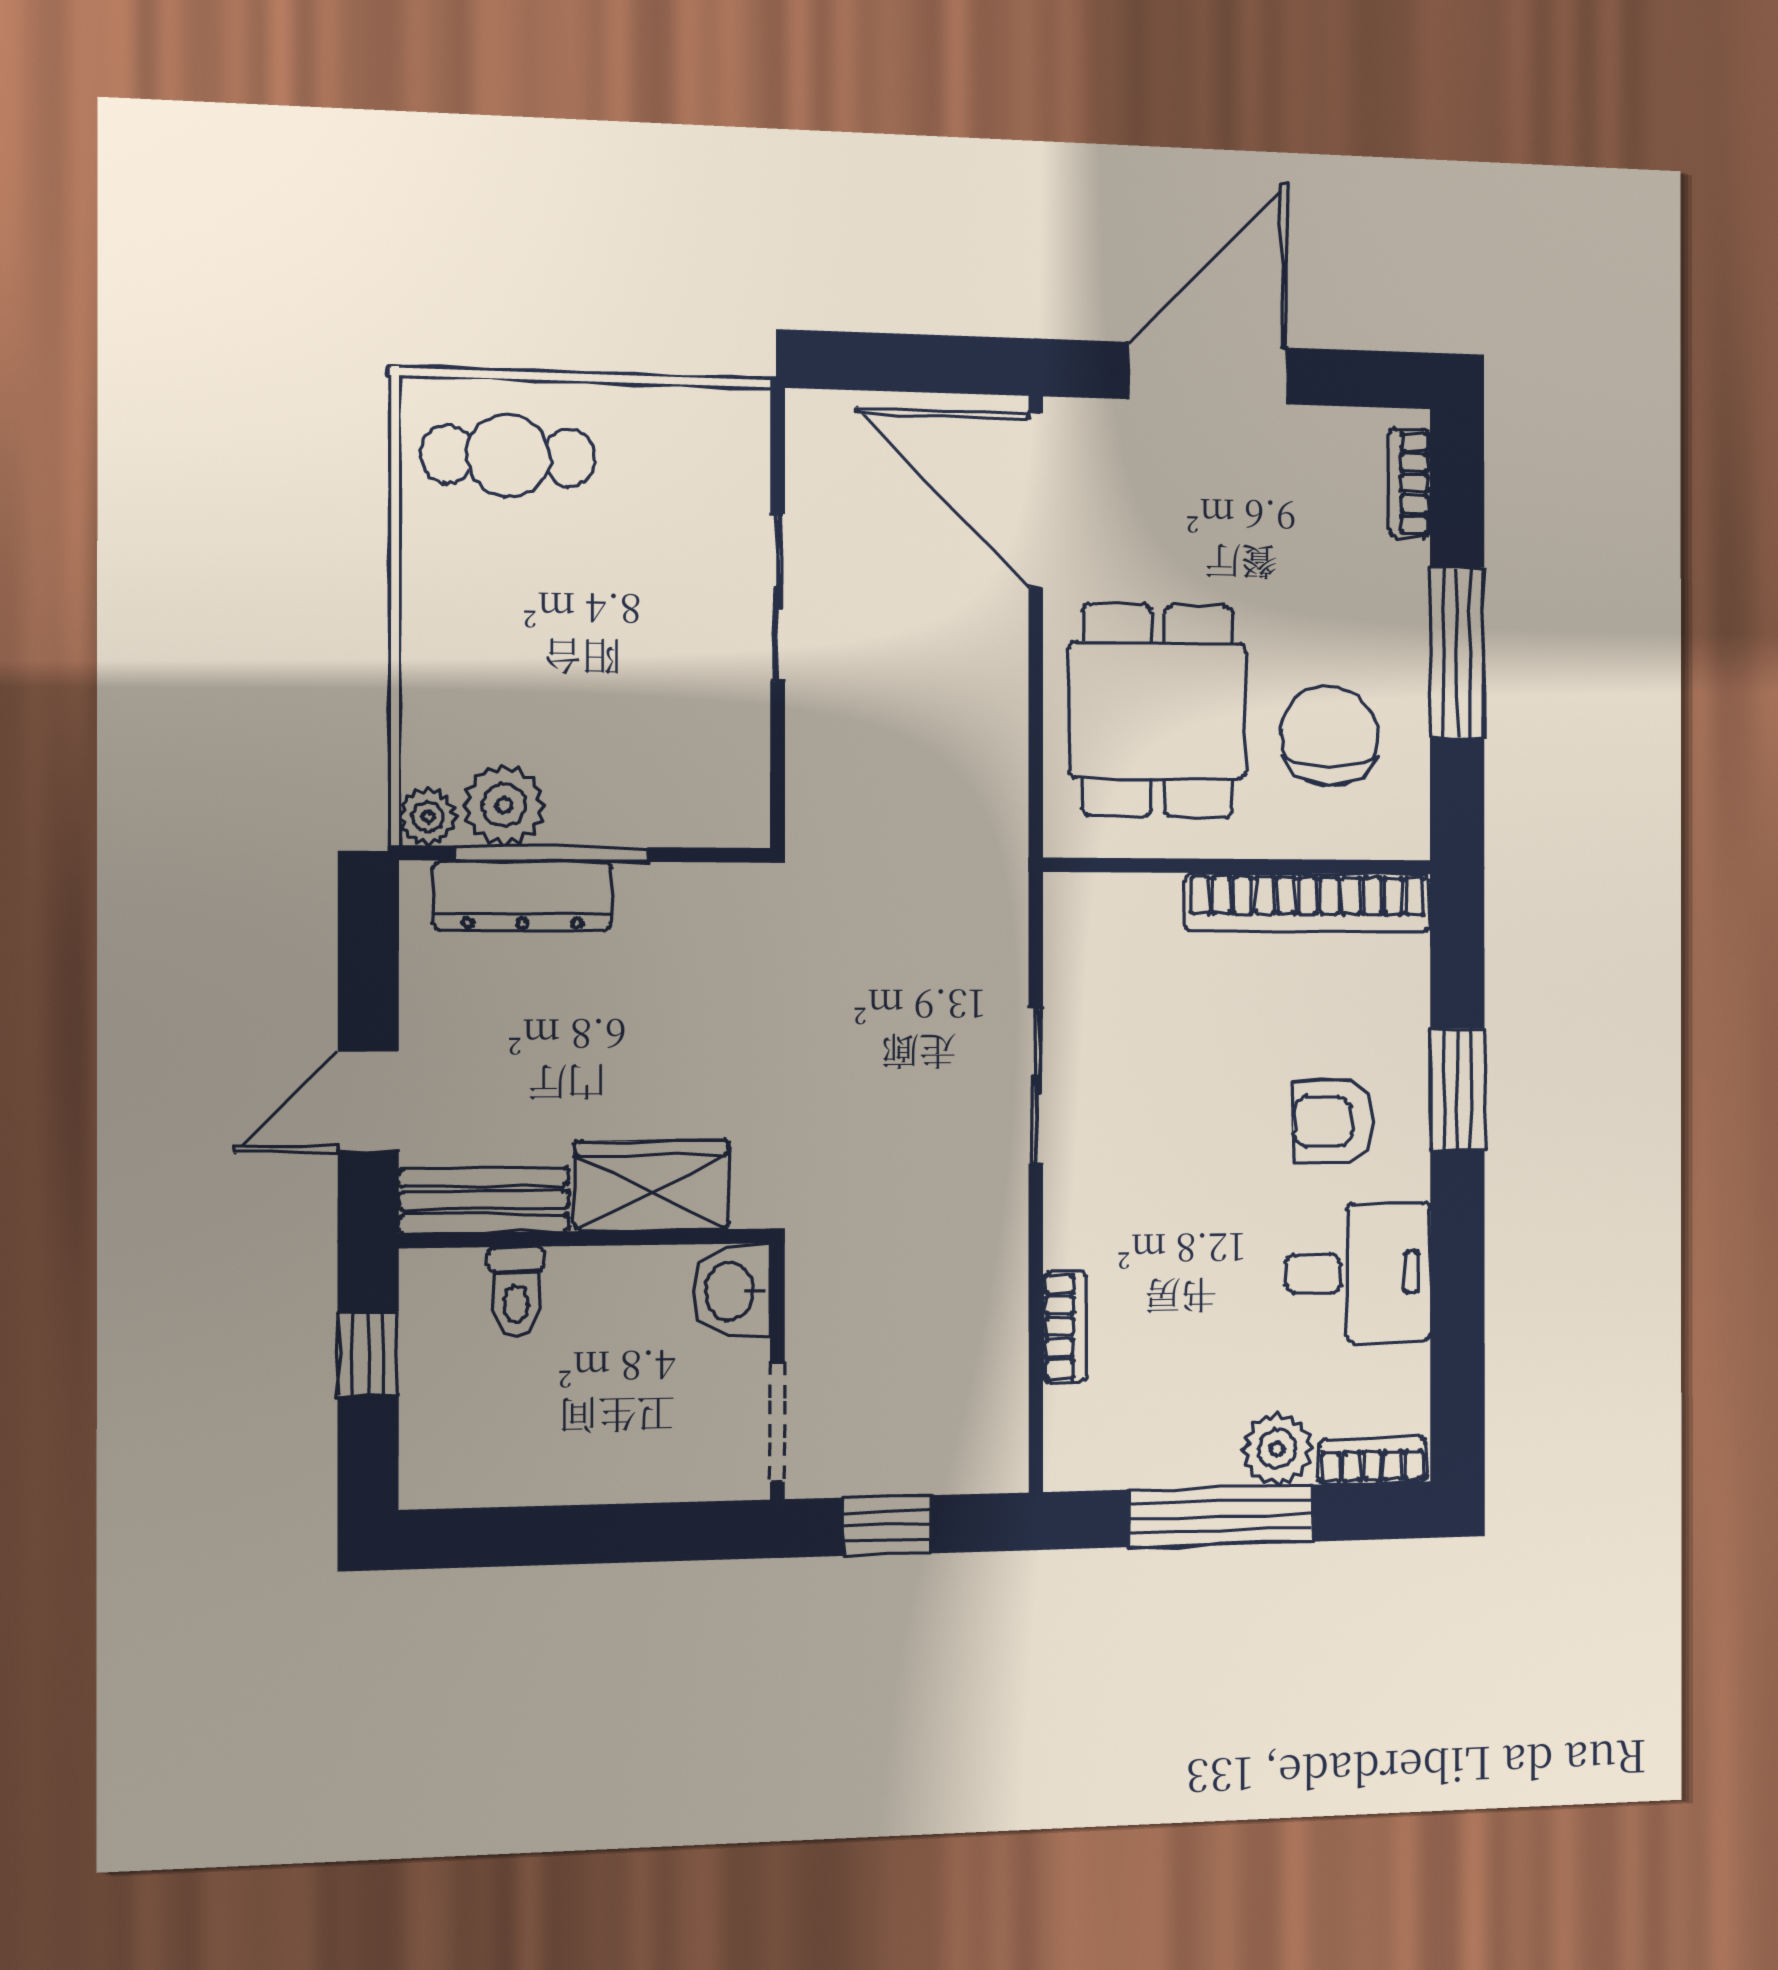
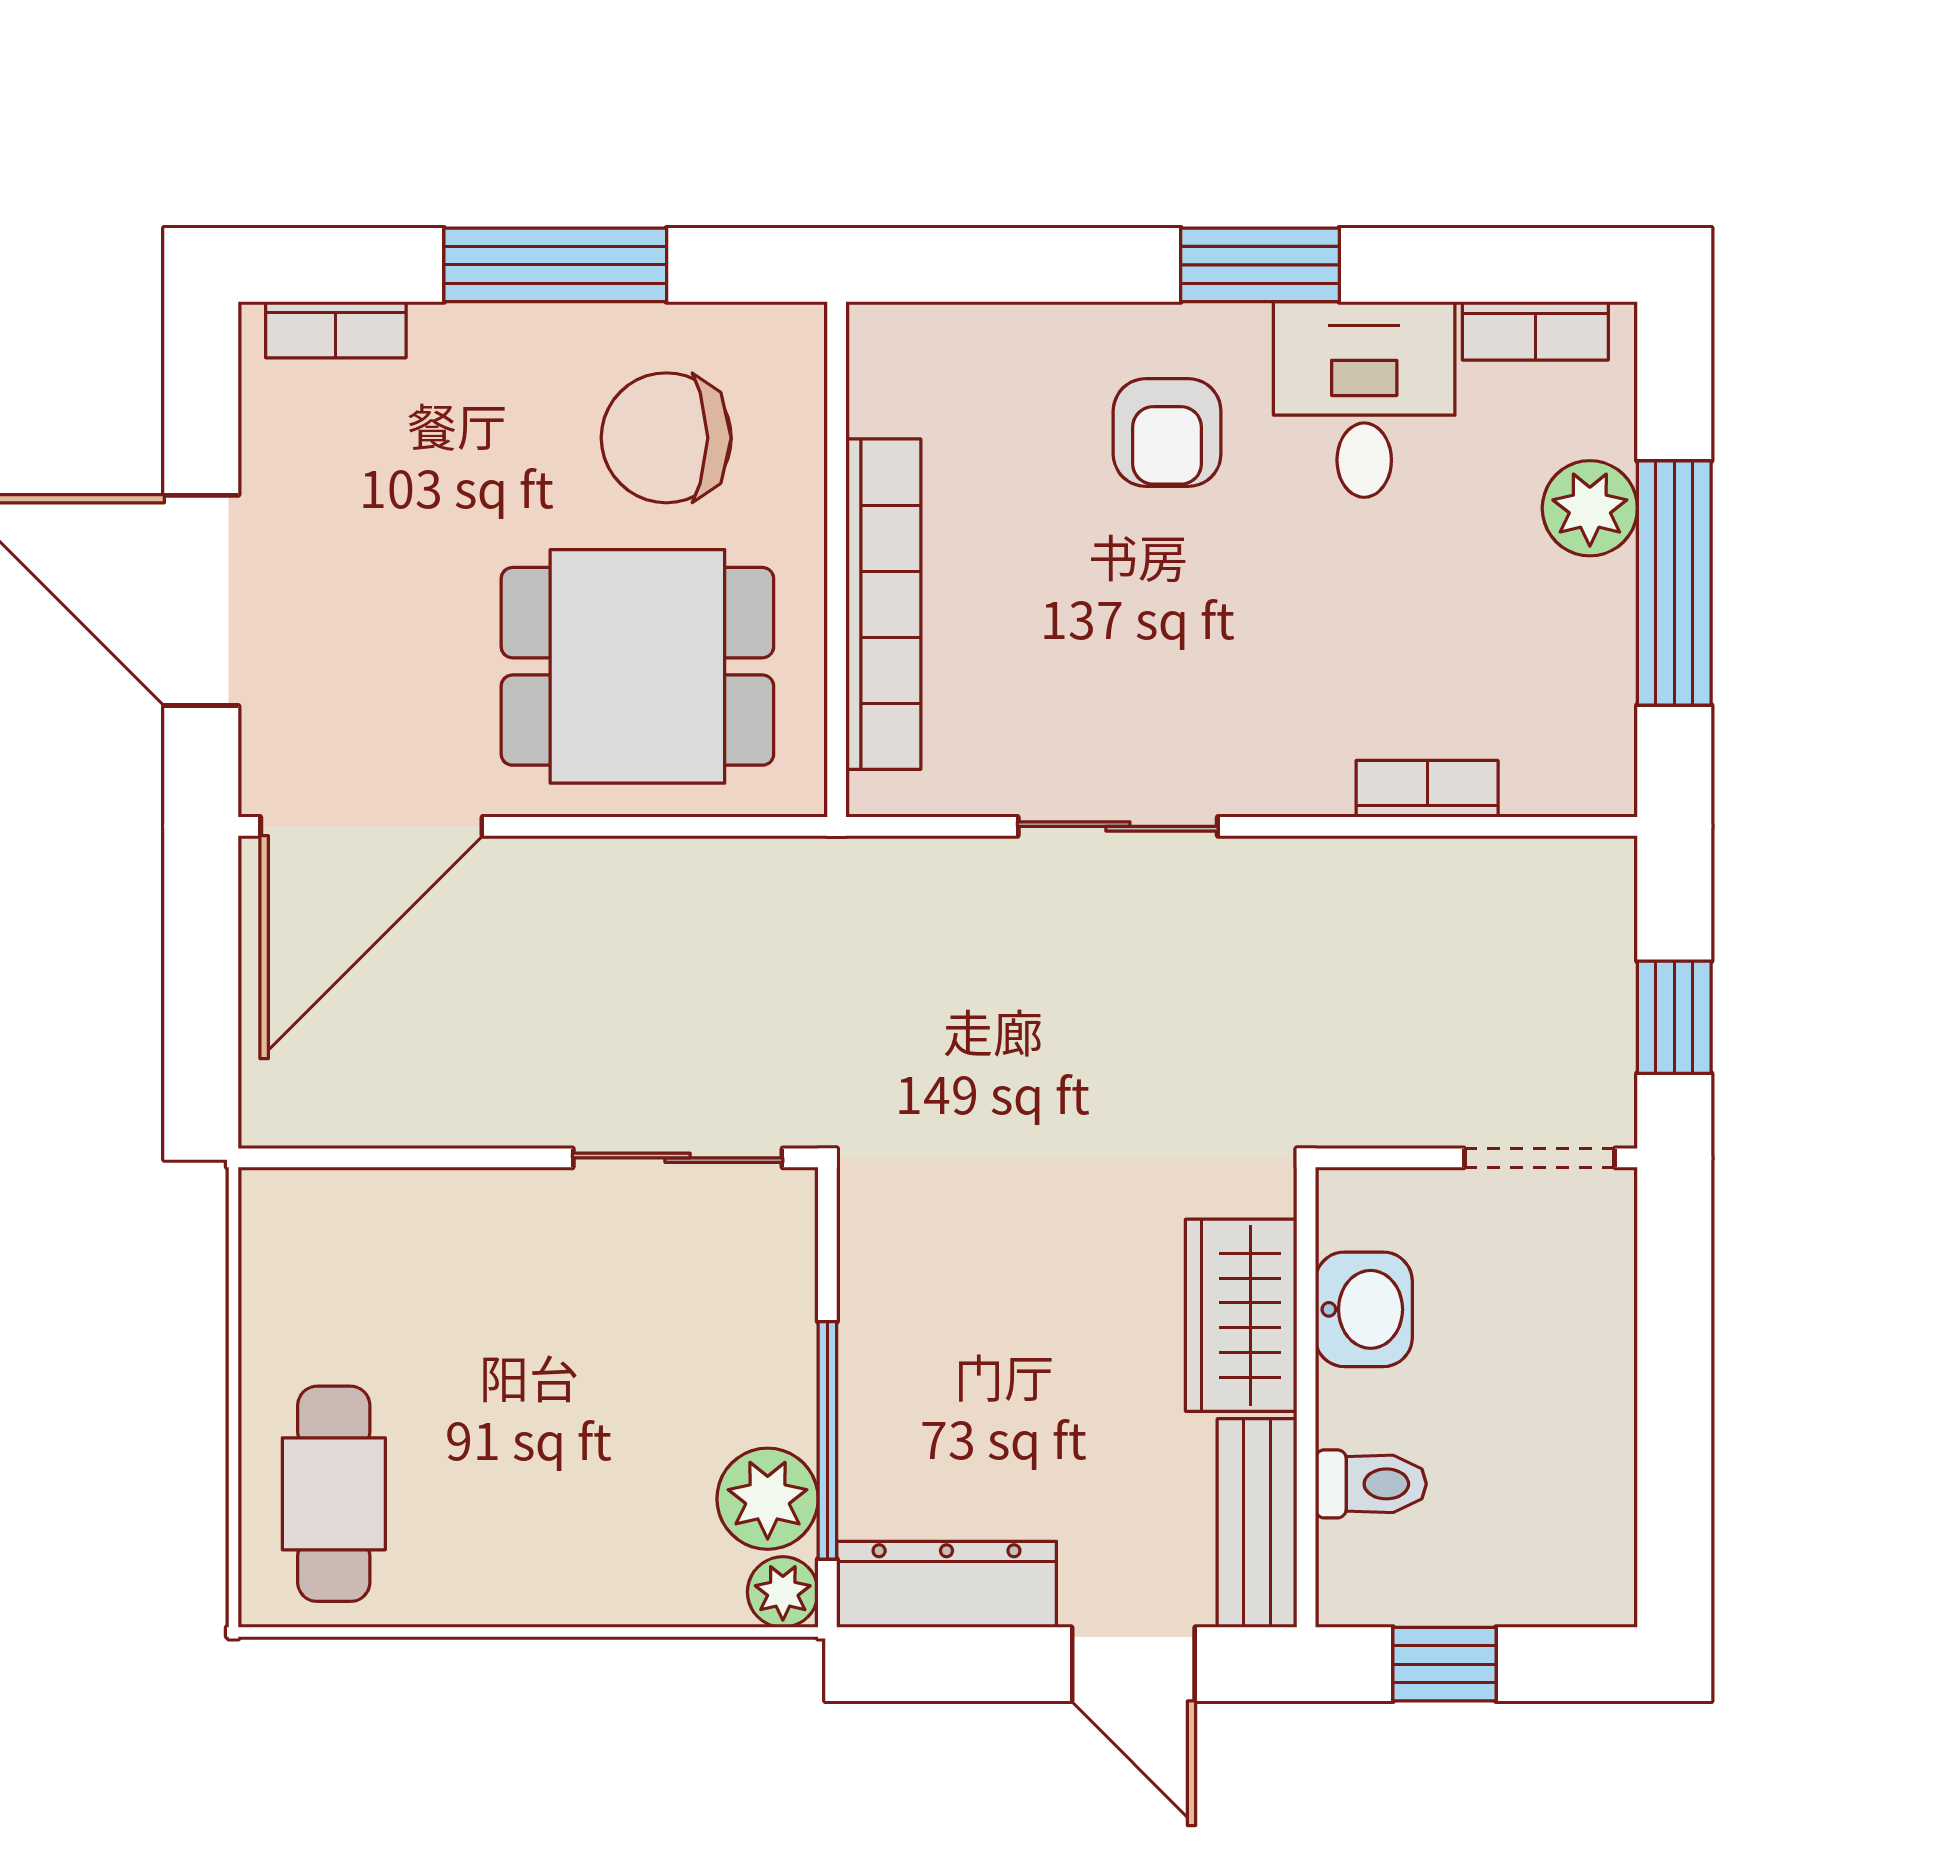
sliding door: (778, 597) -> (678, 1158), moved
dresser: (523, 896) -> (947, 1584), moved, turned -90
bookcase: (1308, 903) -> (883, 604), moved
window: (1457, 1090) -> (1260, 265), moved
washbasin: (732, 1291) -> (1364, 1309), moved, turned -90
bookcase: (1372, 1461) -> (1535, 331), moved, turned -90

